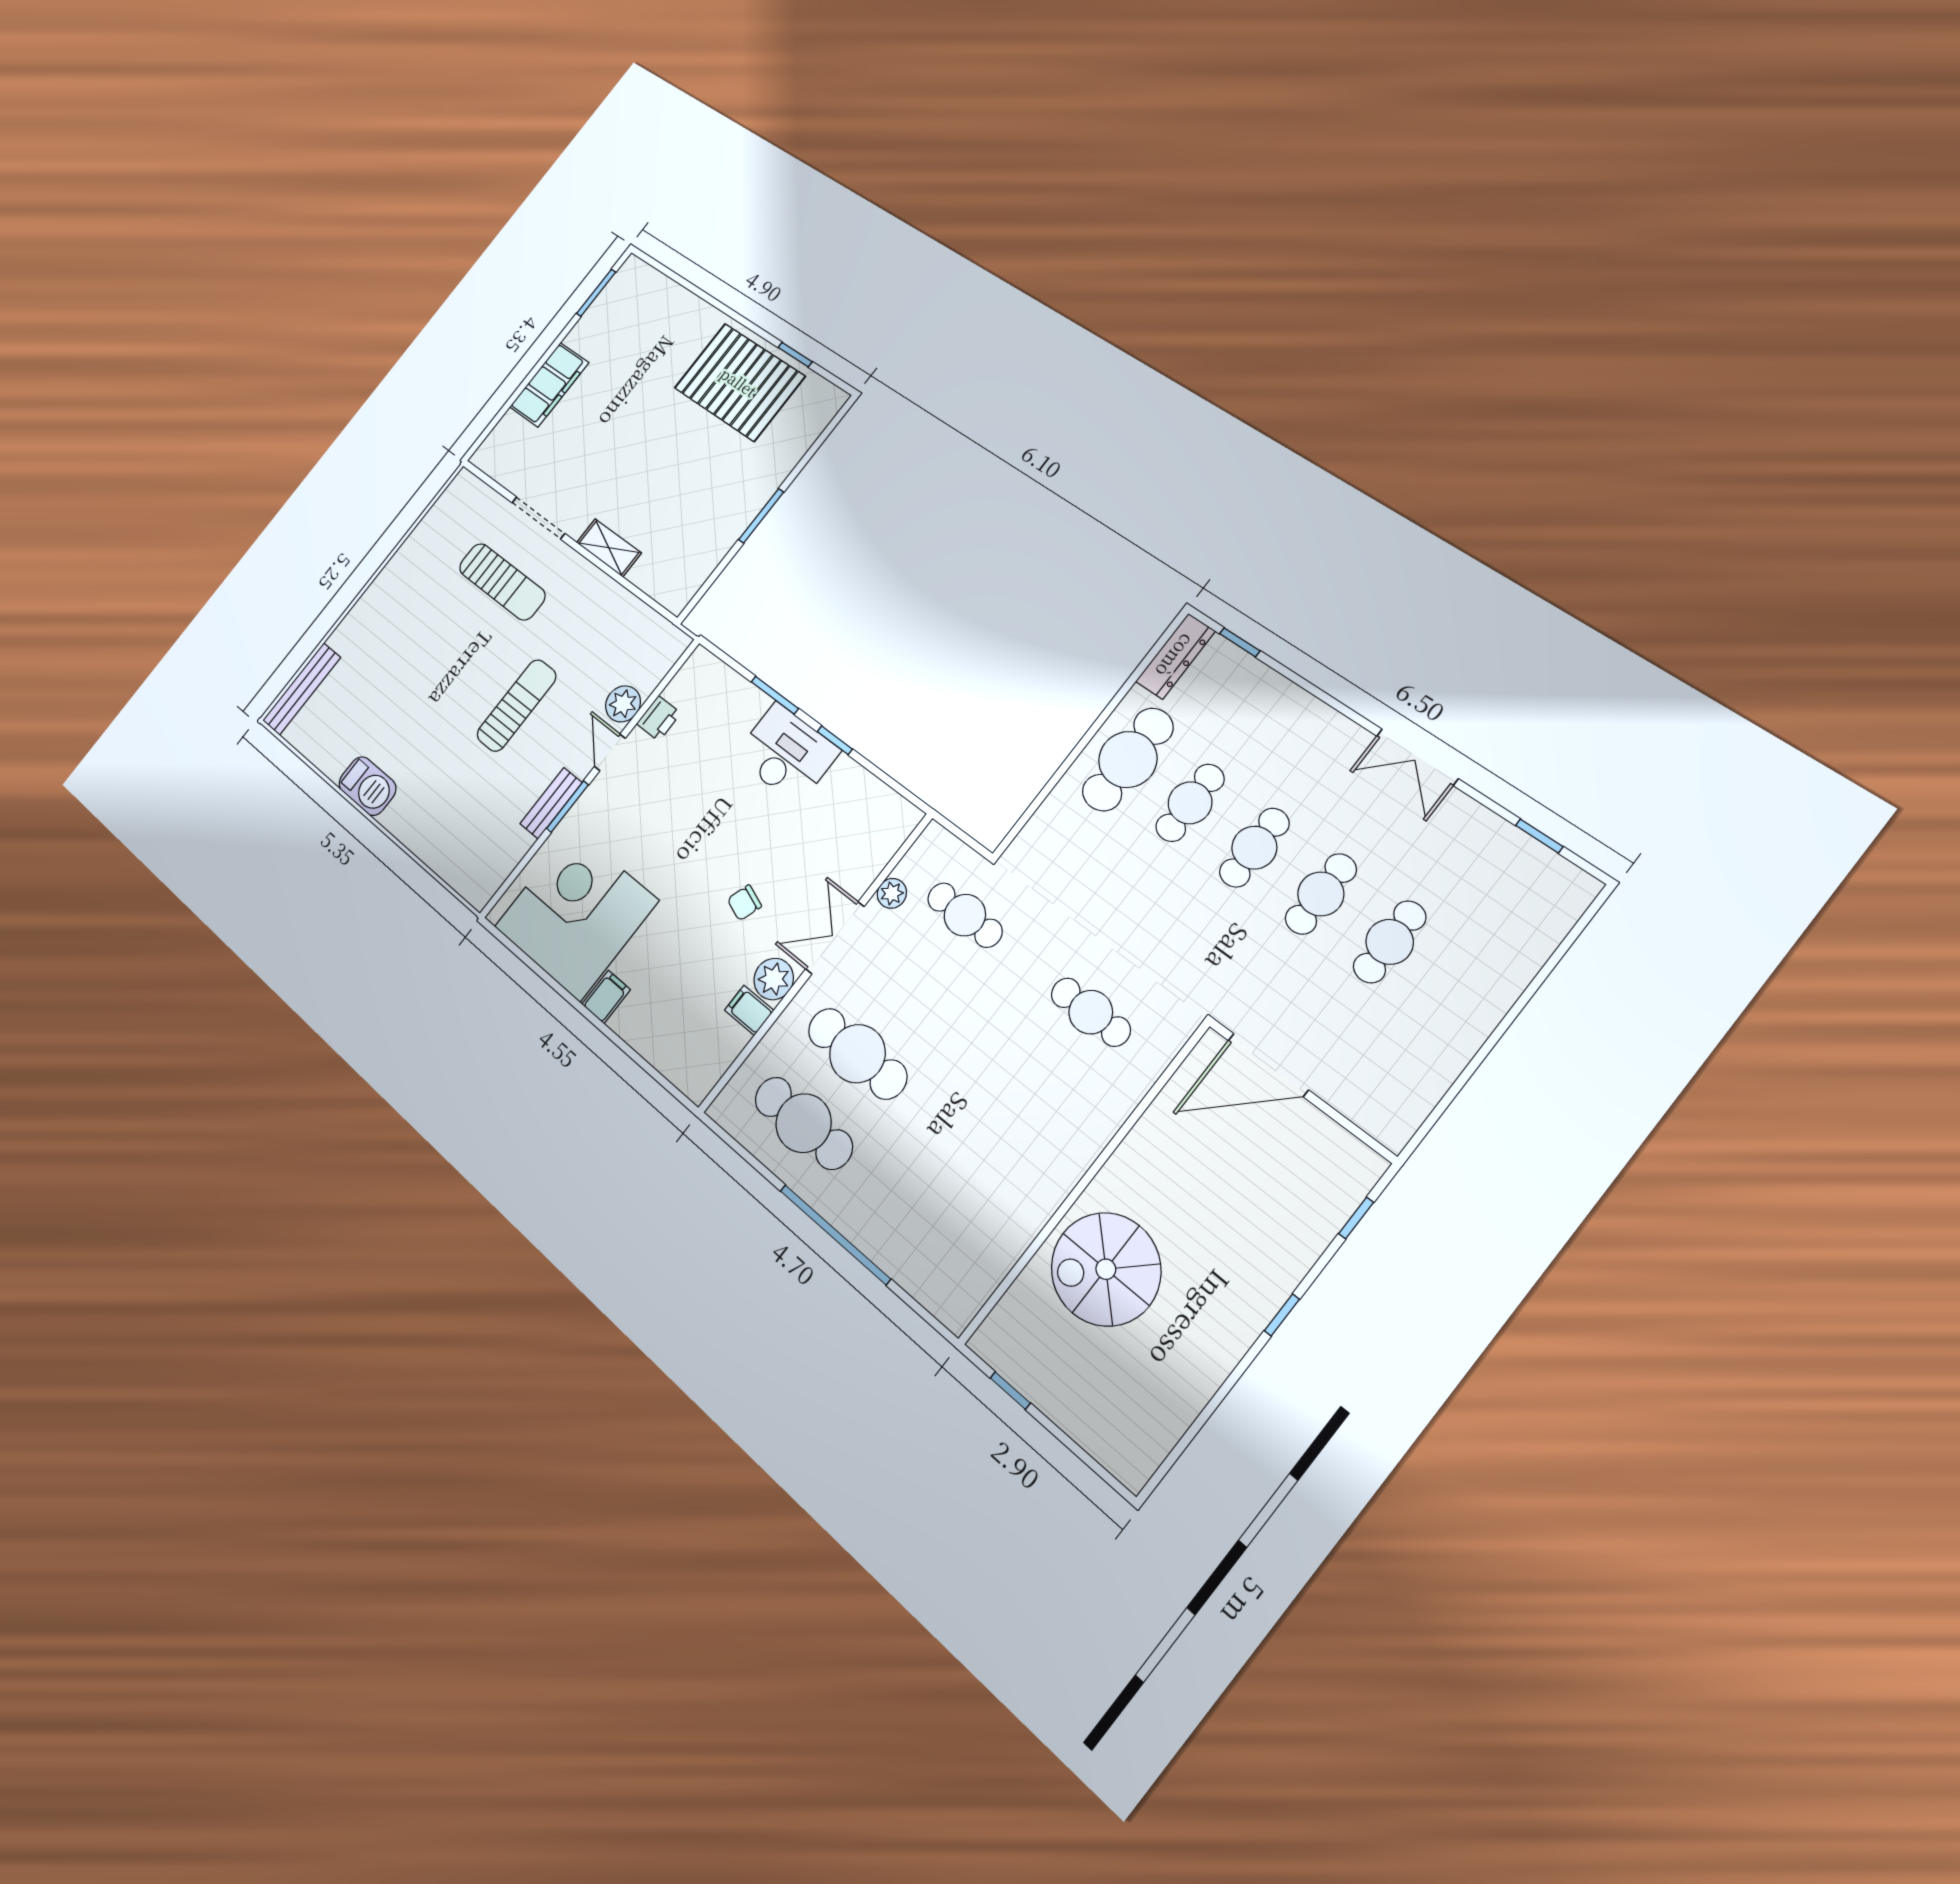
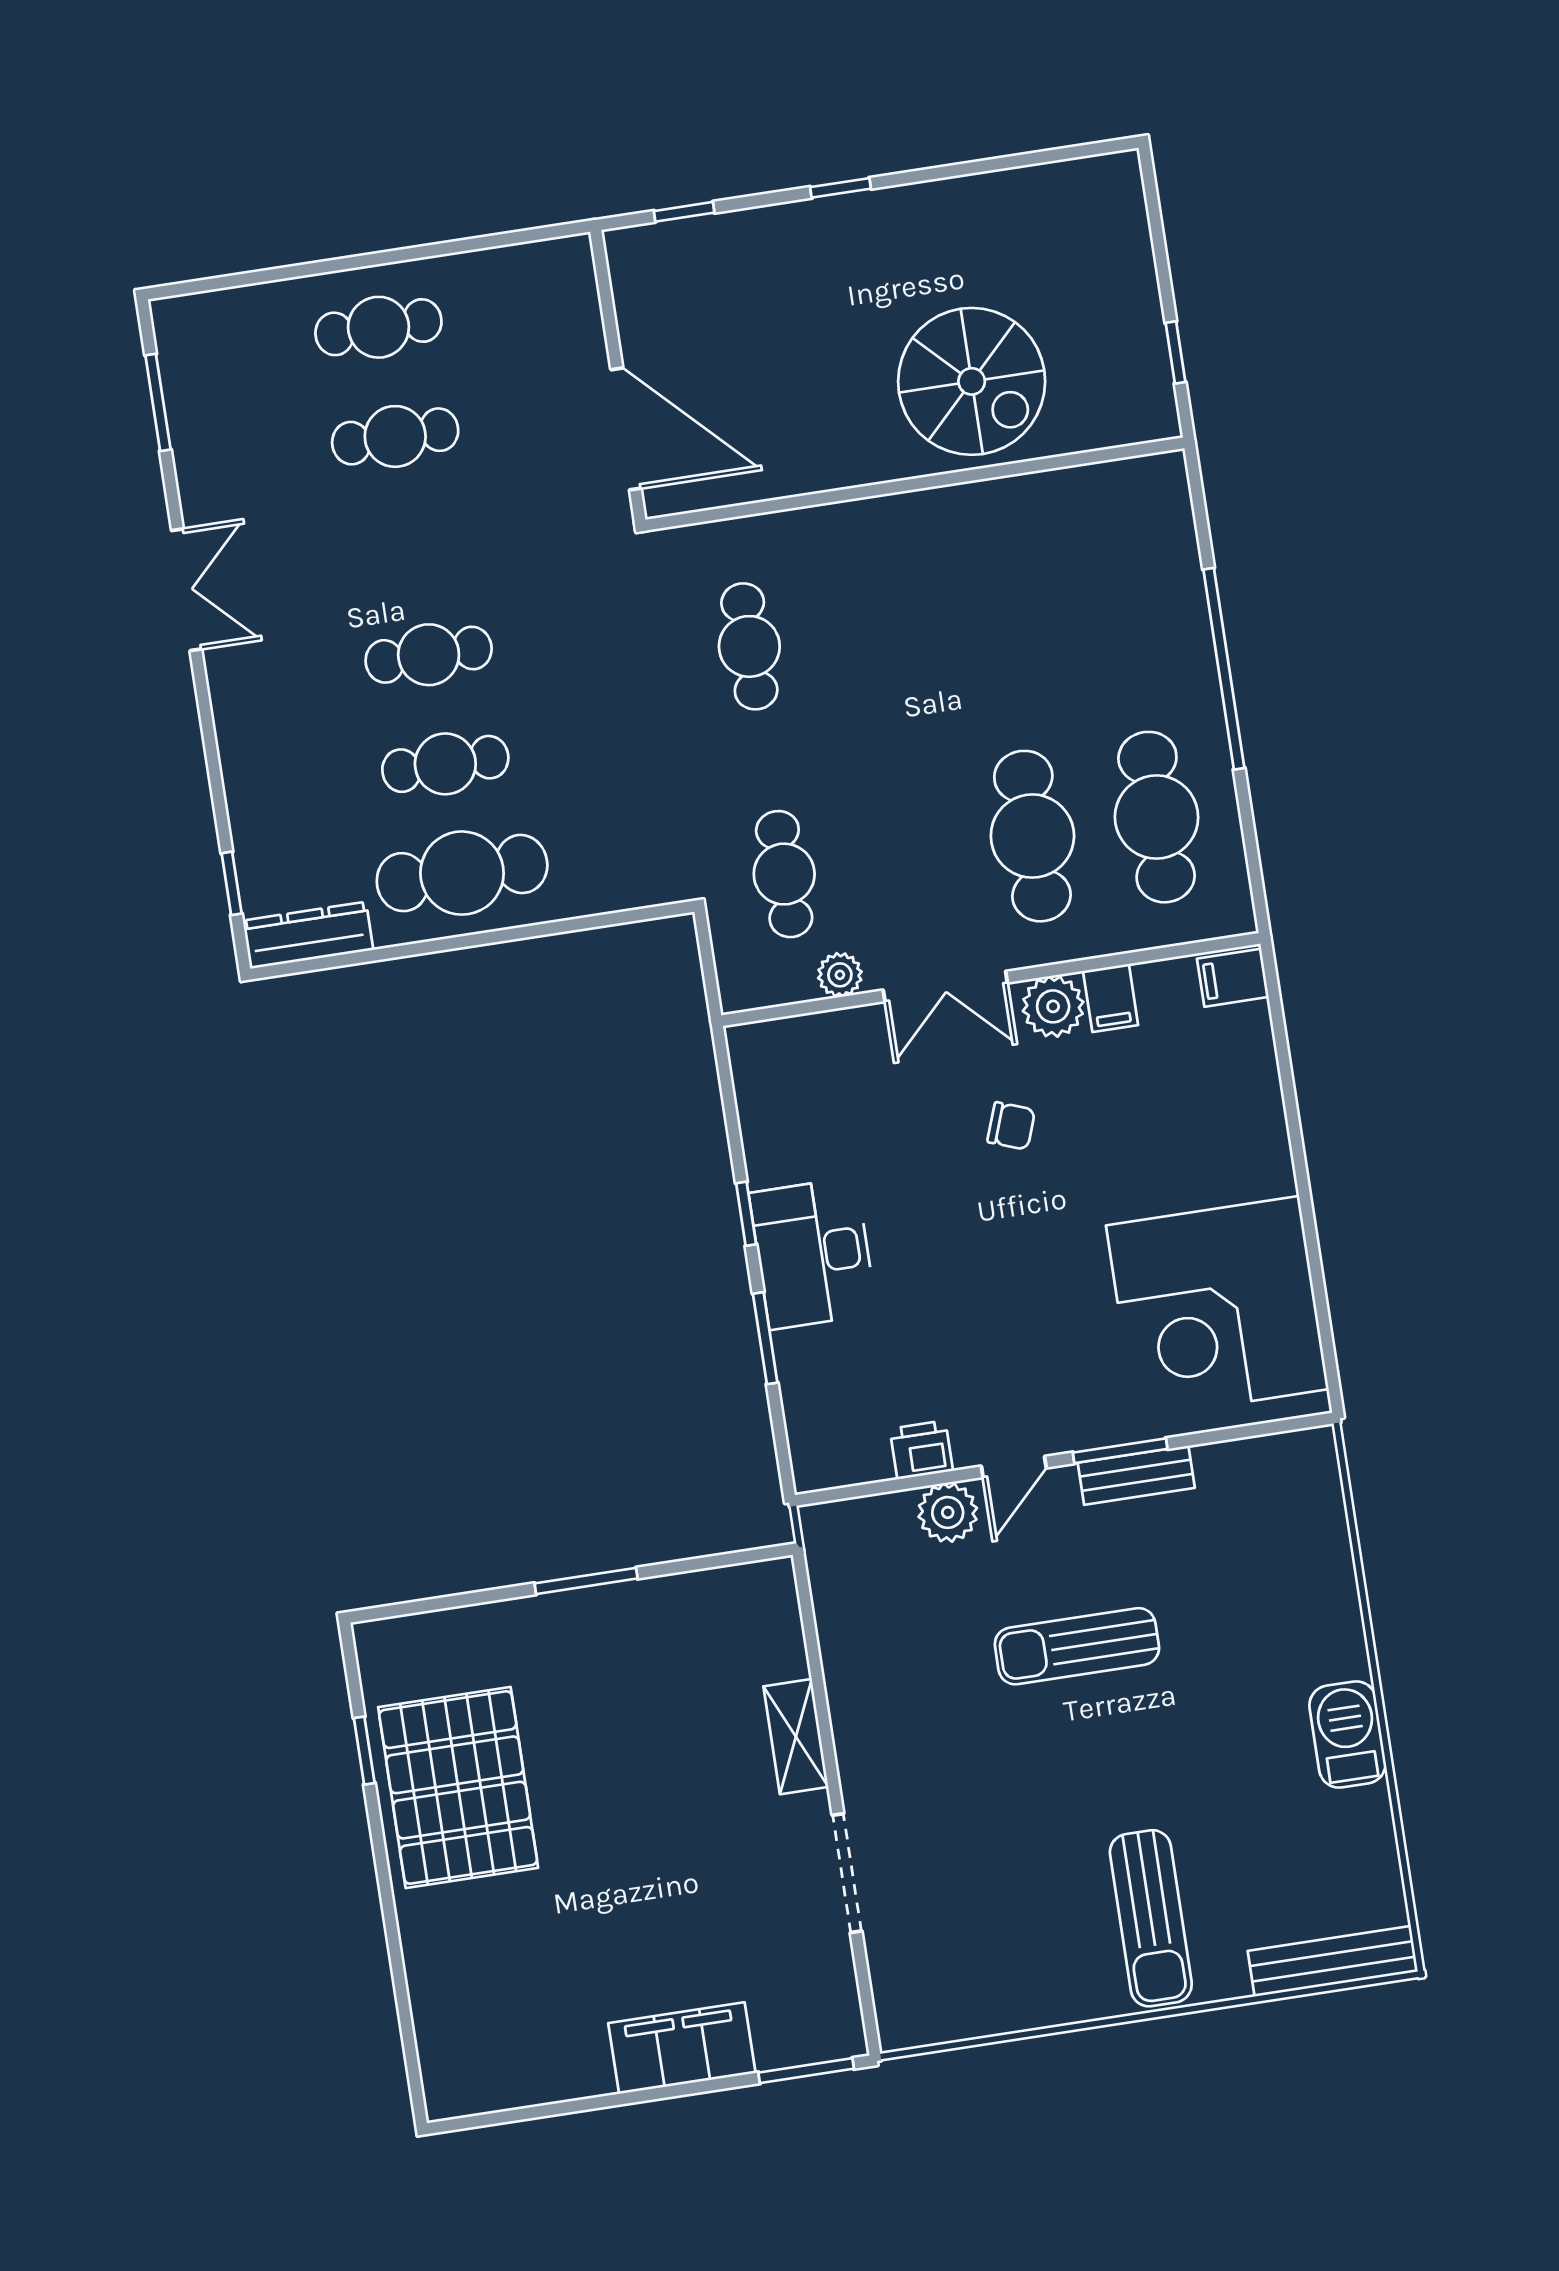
window: (596, 293) -> (806, 2071), moved
sun lounger: (502, 582) -> (1151, 1918), moved, turned 180
window: (1539, 836) -> (158, 402), width x1.50
cafe table: (1321, 894) -> (378, 327), moved
filing cabinet: (606, 997) -> (1233, 978), moved

